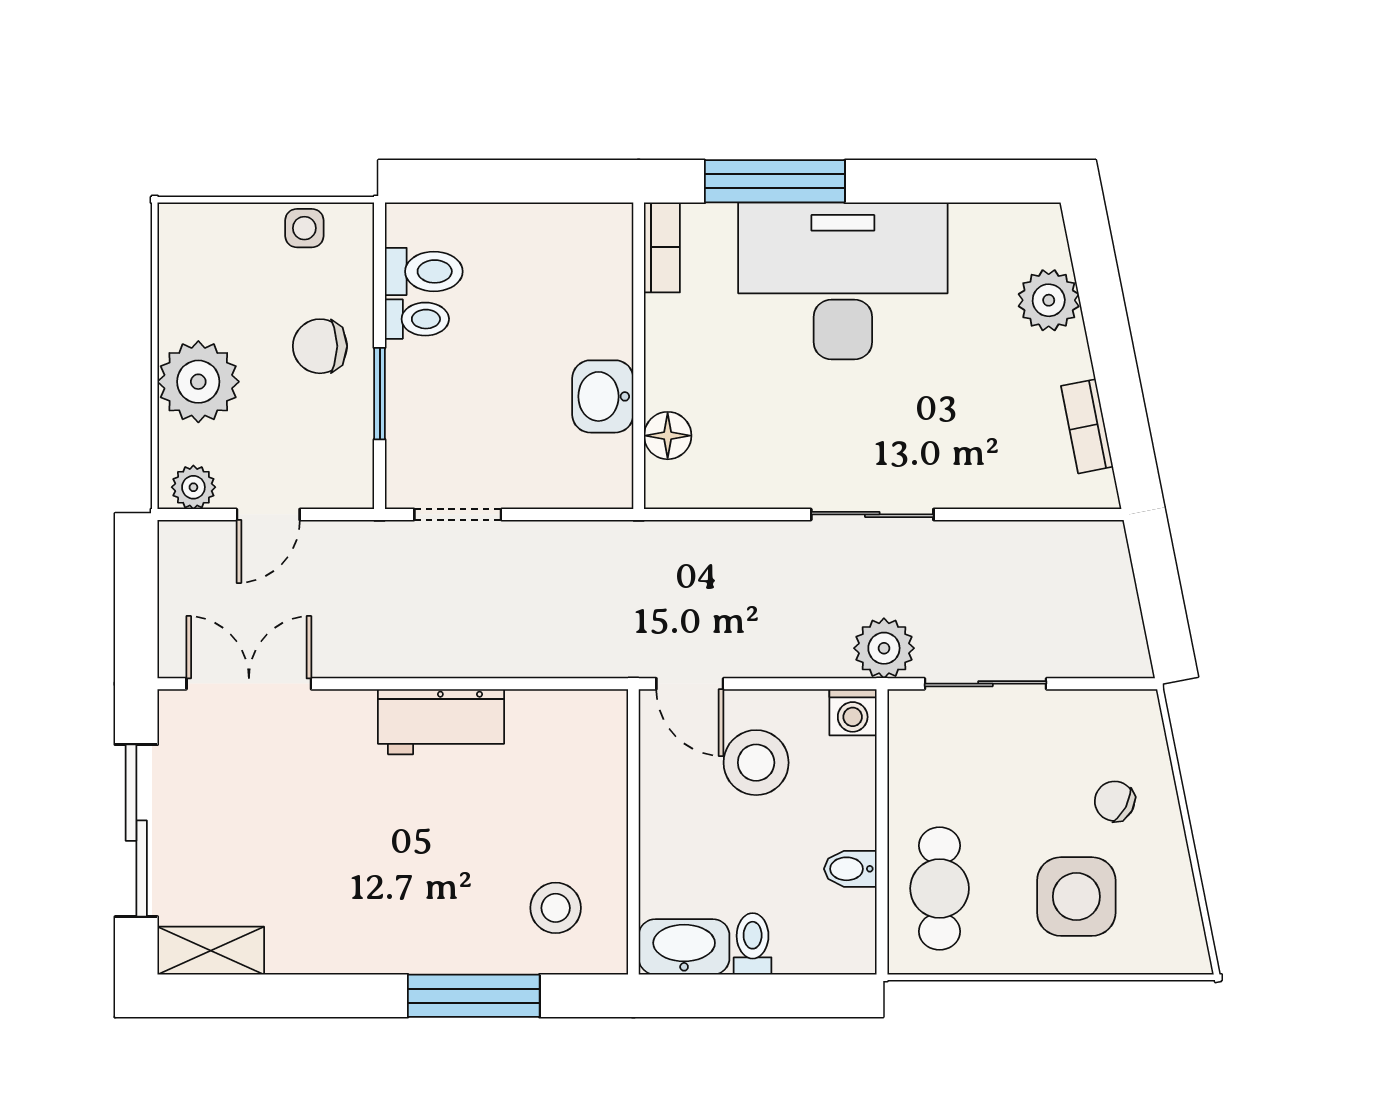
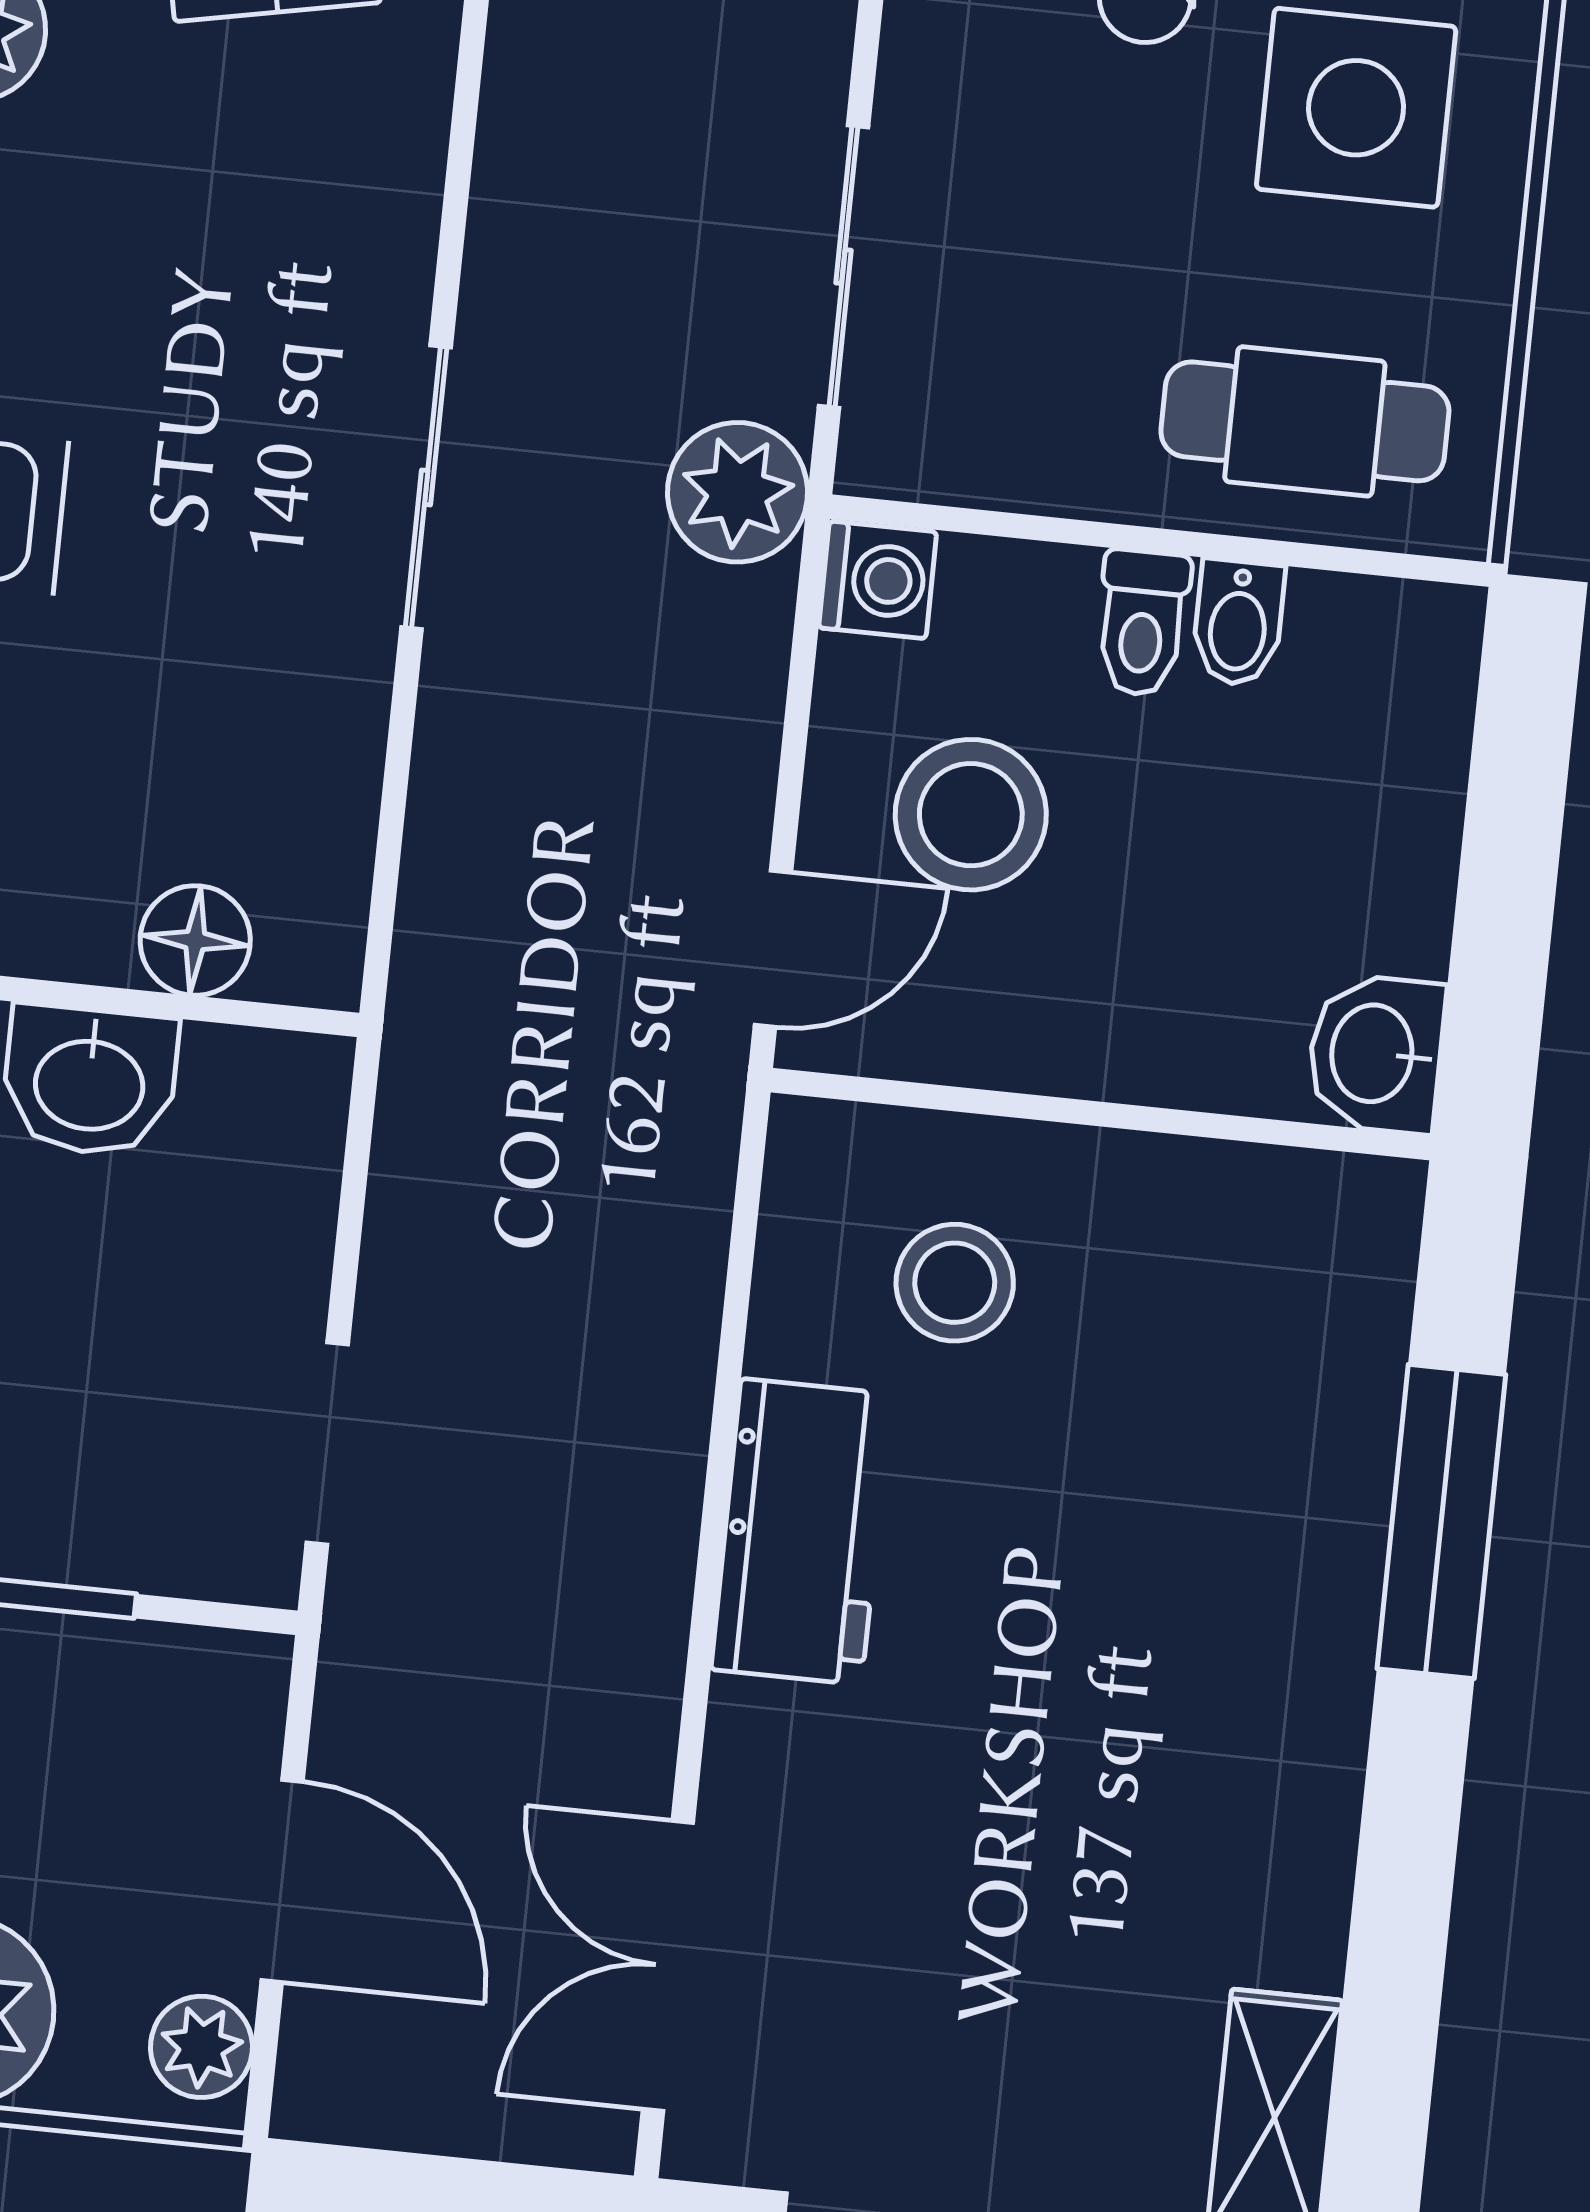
door: (268, 514) -> (282, 1881), width x1.38
stool: (556, 908) -> (955, 1283), moved
toilet: (753, 944) -> (1142, 623), moved, turned -90
washbasin: (684, 947) -> (1376, 1054), width x0.72

